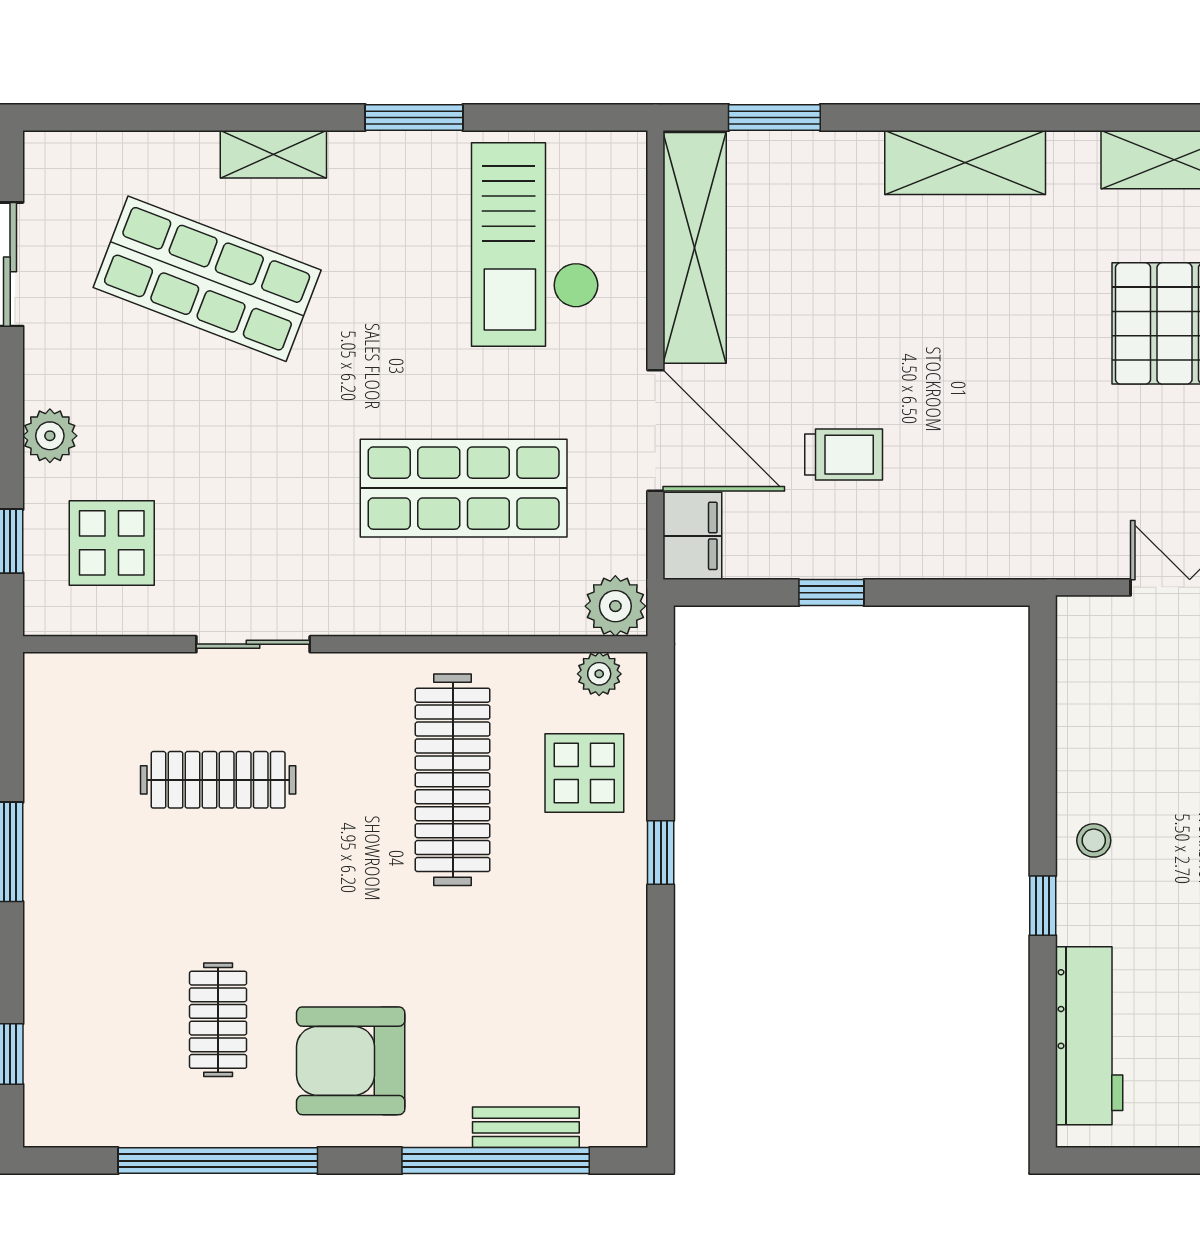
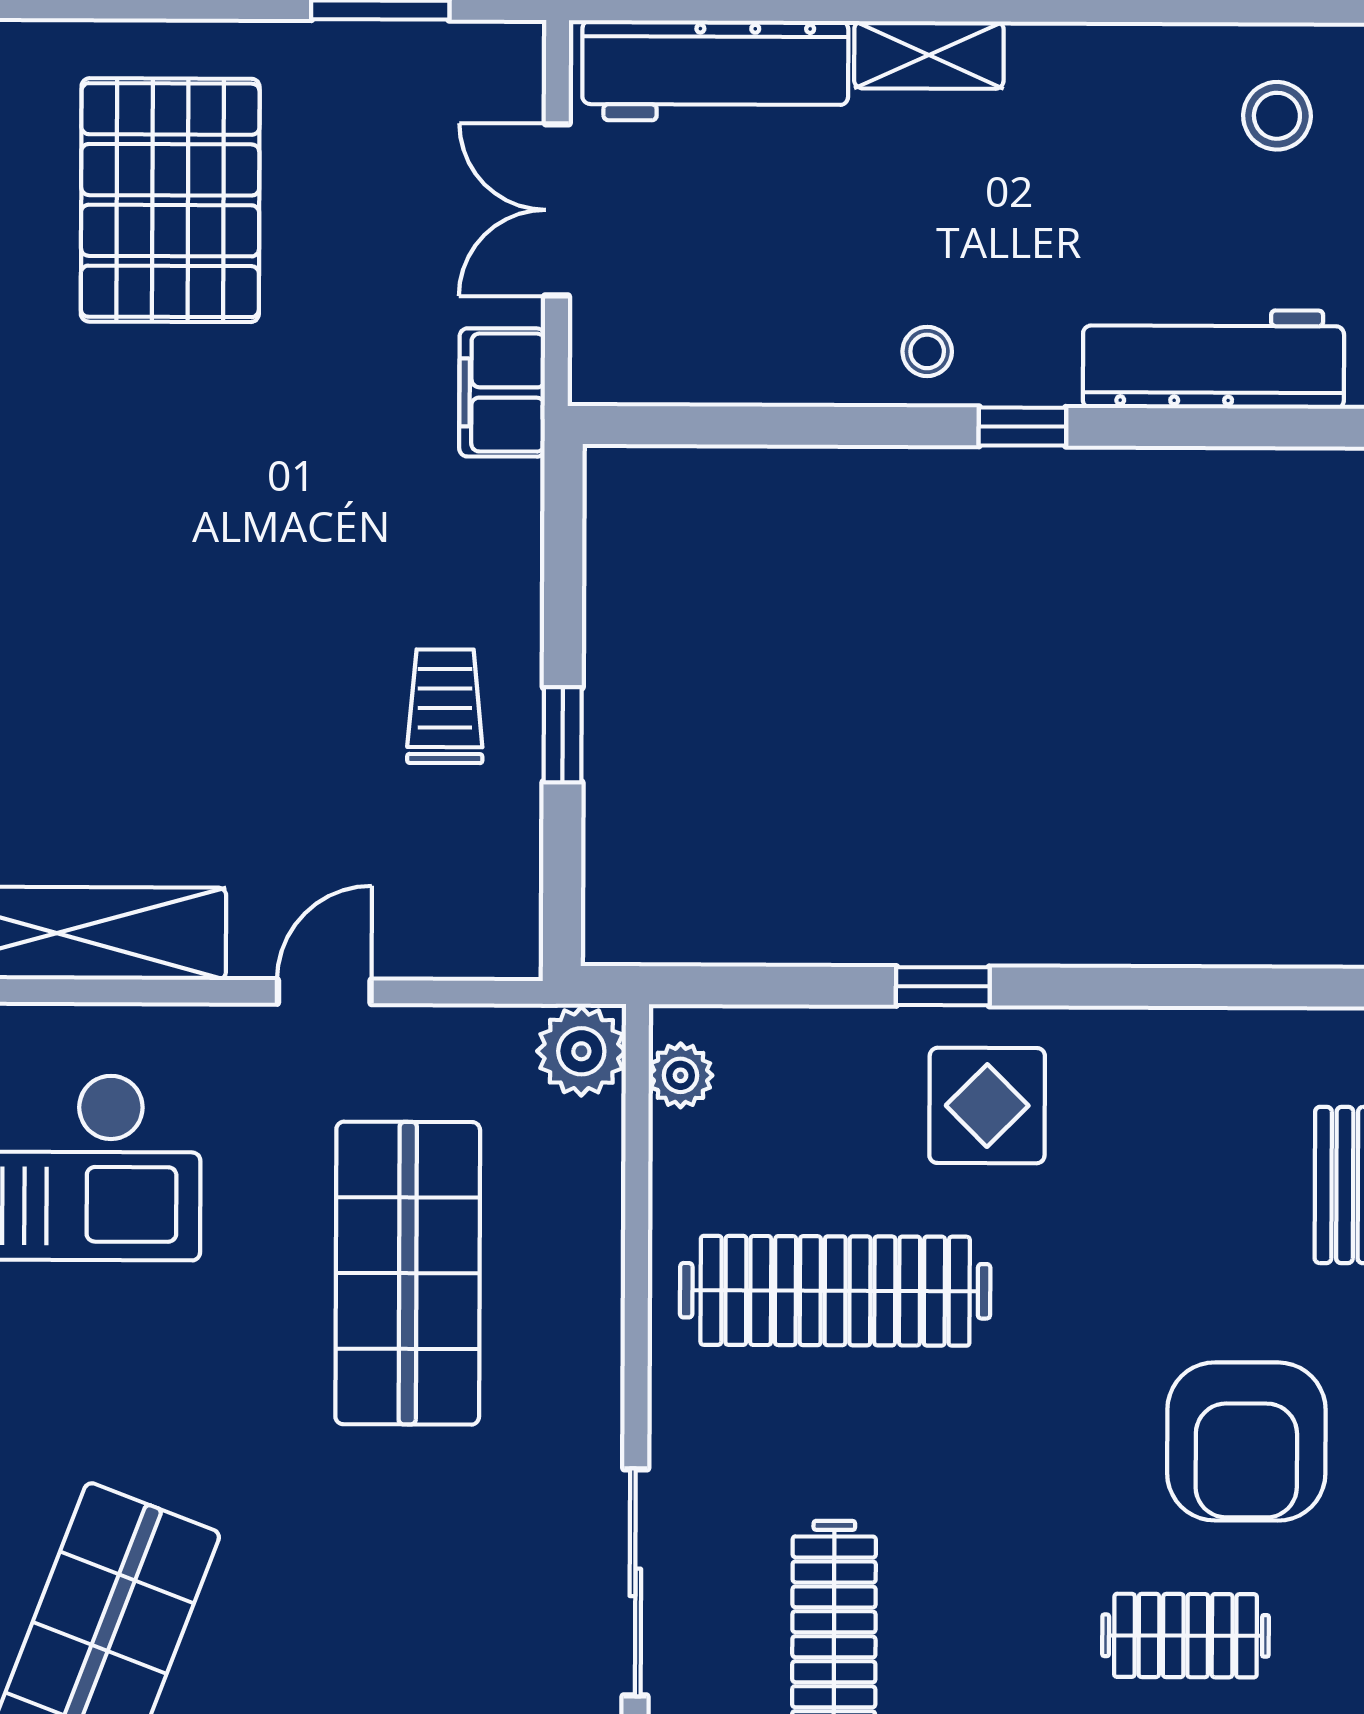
door: (655, 430) -> (324, 992), width x0.53
trolley: (844, 455) -> (445, 706), moved
filing cabinet: (692, 536) -> (502, 392), moved, turned -90
sliding door: (253, 644) -> (635, 1582), width x1.37
display table: (584, 773) -> (987, 1106), moved

